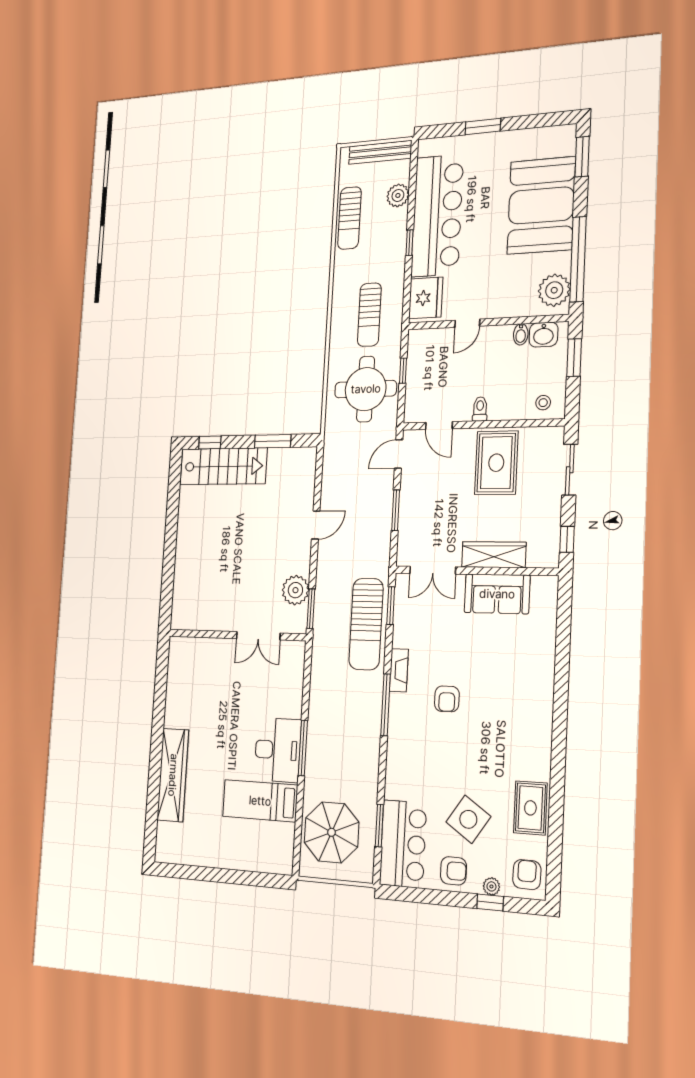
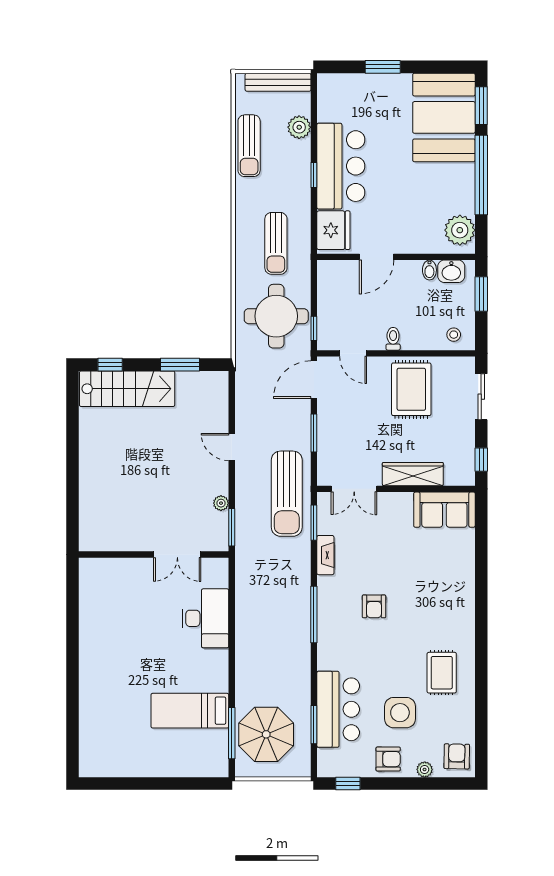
booth: (541, 205) -> (444, 117), moved
bar counter: (437, 216) -> (341, 166), width x0.73
window: (578, 259) -> (481, 175), moved
door: (467, 323) -> (377, 257), width x1.38
window: (403, 371) -> (314, 328), moved
door: (399, 454) -> (314, 380), width x1.38
door: (316, 525) -> (232, 447), swing flipped
plant: (295, 590) -> (221, 503), width x0.53, depth x0.53
sofa: (497, 594) -> (444, 510), moved
sun lounger: (366, 624) -> (287, 494), moved
fireplace: (399, 670) -> (325, 555), moved
window: (303, 748) -> (232, 733), moved
desk: (278, 750) -> (205, 618), moved
wardrobe: (173, 775) -> (93, 692), removed
rug: (530, 808) -> (442, 673), moved
side table: (468, 819) -> (400, 713), turned -34
bar counter: (403, 844) -> (338, 709), moved
window: (490, 903) -> (348, 784), moved

